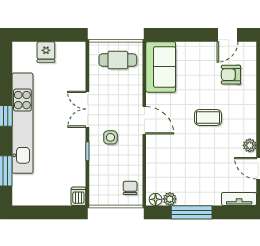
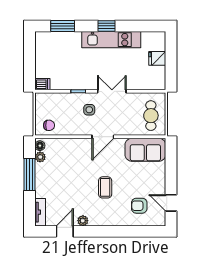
armchair: (231, 75) -> (139, 206), turned -90
kitchen unit: (22, 123) -> (111, 40), width x0.73

